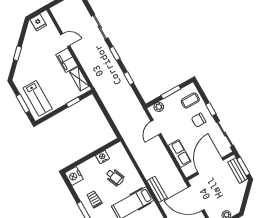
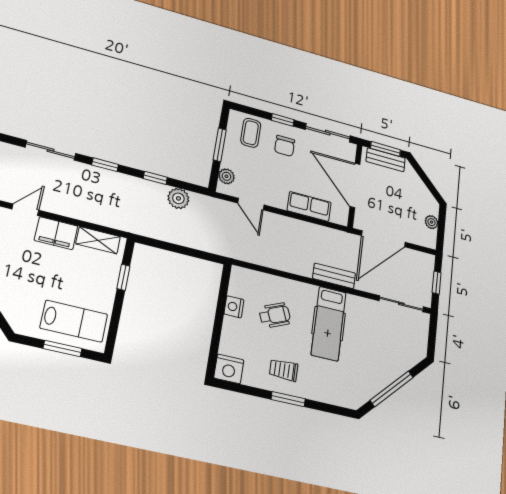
plant: (129, 95) -> (178, 198), added

